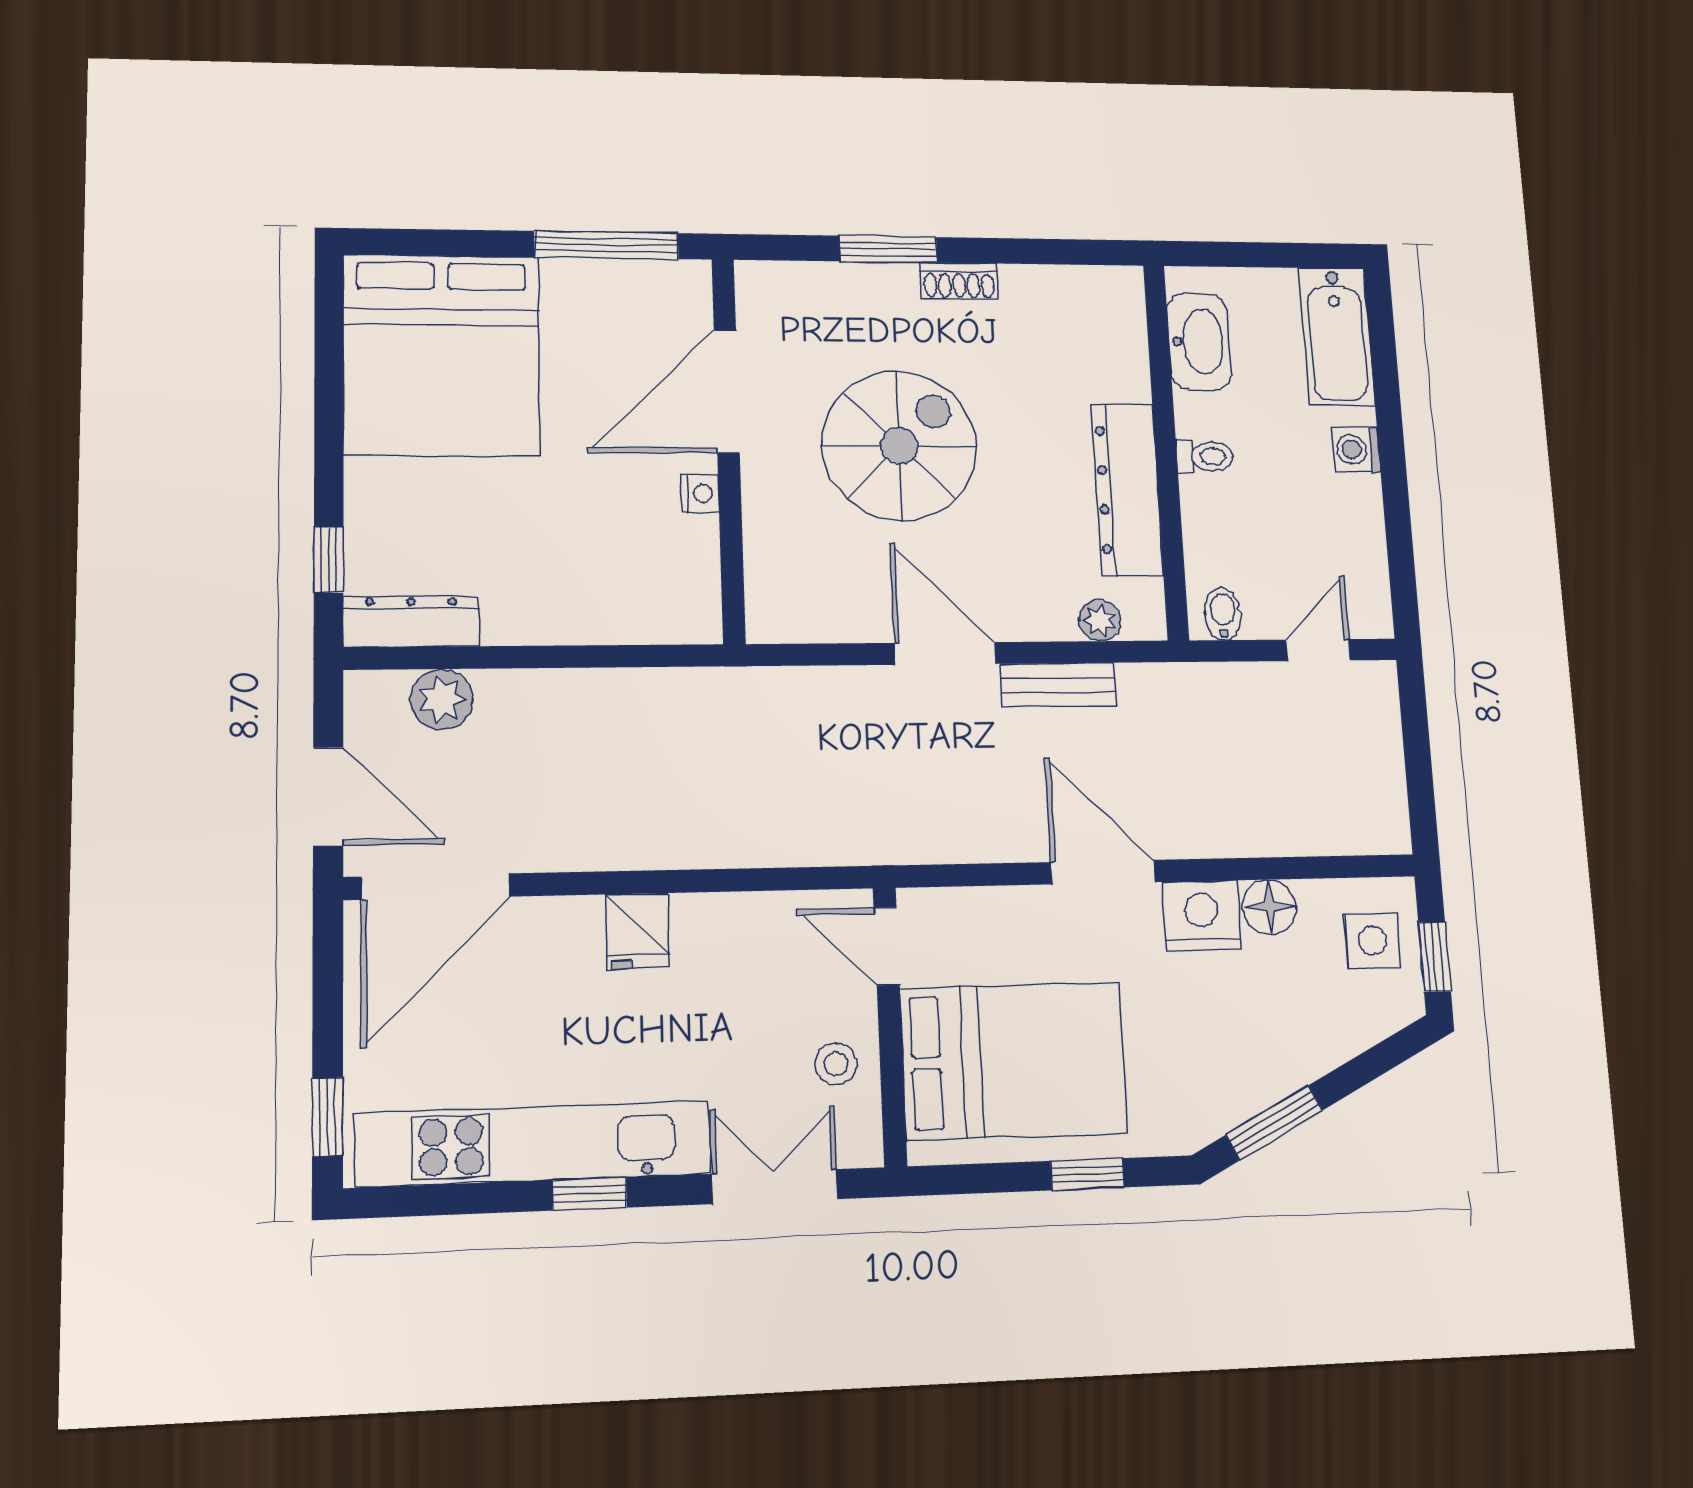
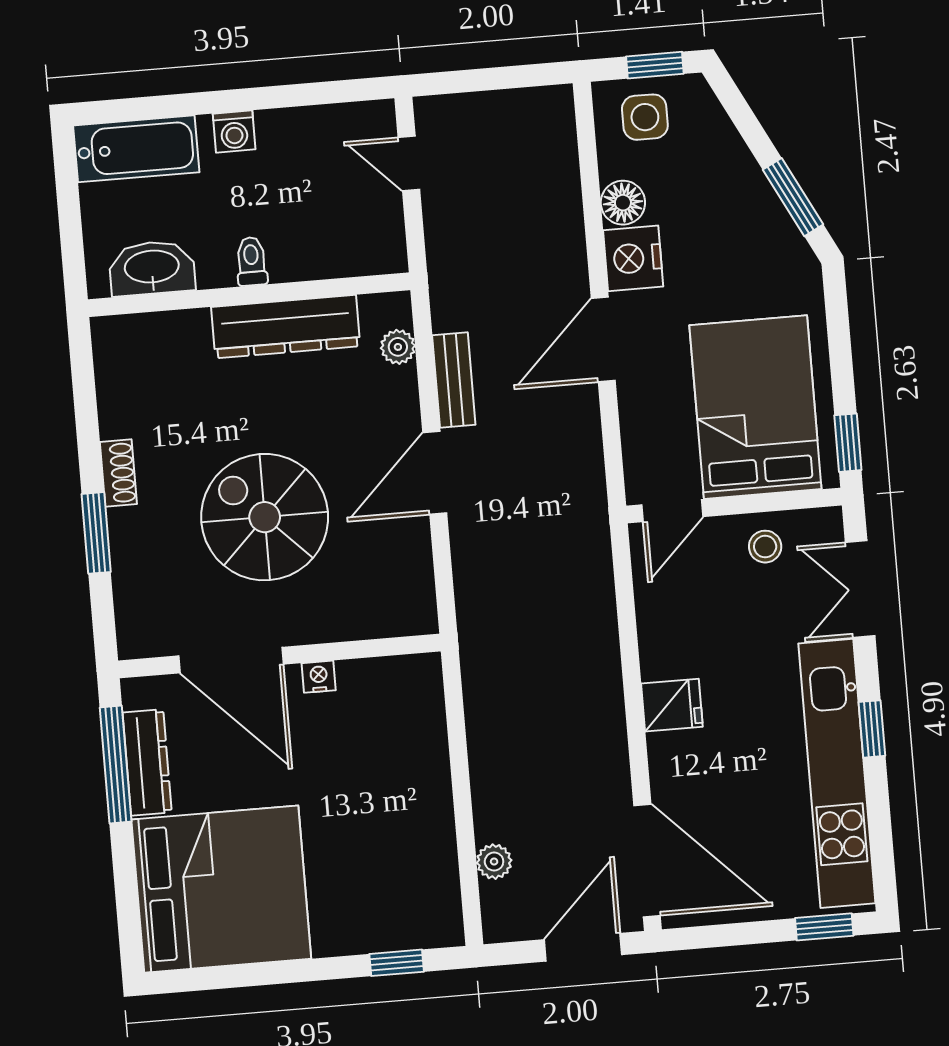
bidet: (1223, 614) -> (384, 244), removed
dresser: (411, 621) -> (147, 762), moved, turned 180
plant: (442, 699) -> (494, 862), width x0.73, depth x0.73
window: (1087, 1174) -> (848, 443), moved

